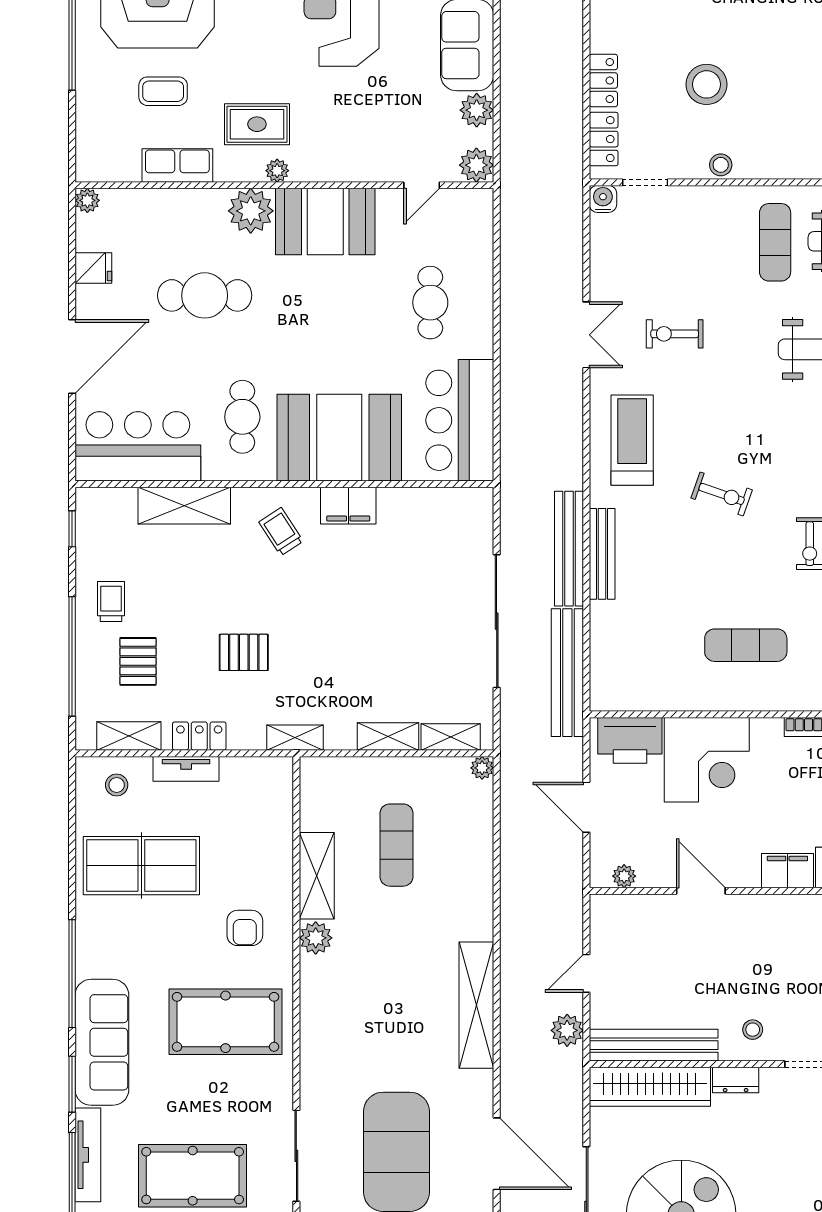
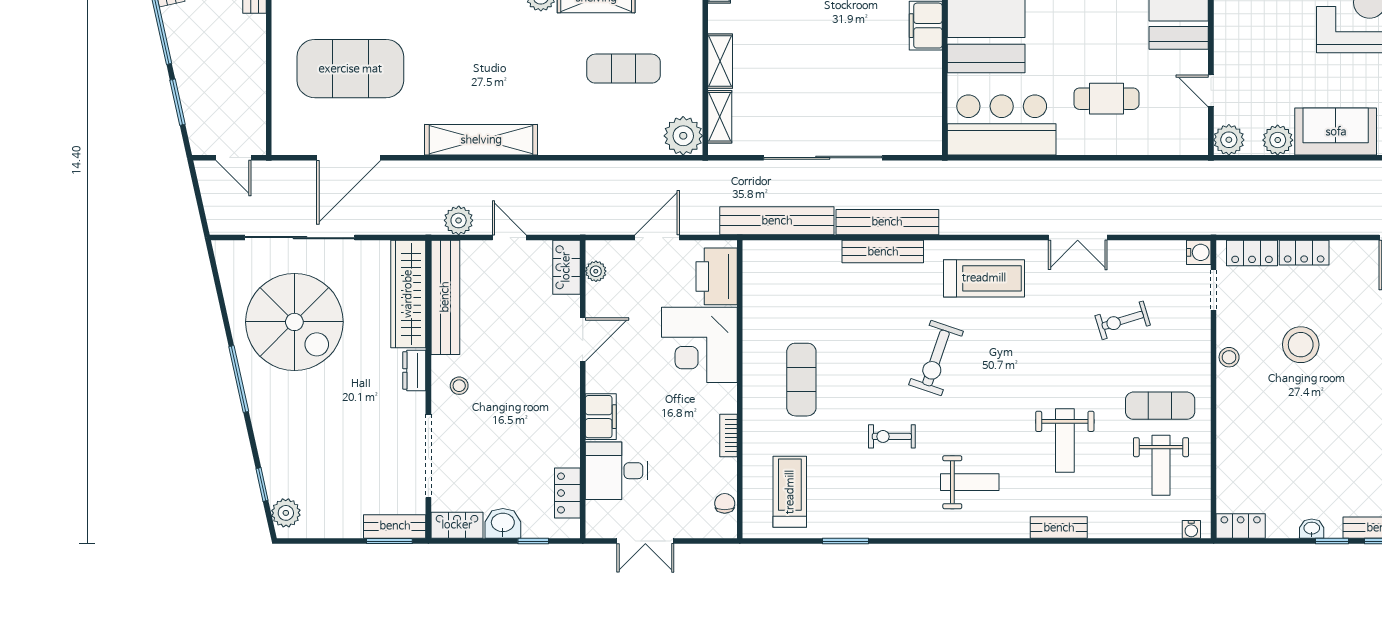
exercise bike: (675, 334) -> (1123, 320), moved, turned -107
exercise bike: (722, 494) -> (936, 358), width x1.38, depth x1.39
plant: (482, 768) -> (683, 136), width x1.88, depth x1.88
locker: (620, 909) -> (566, 267), added

